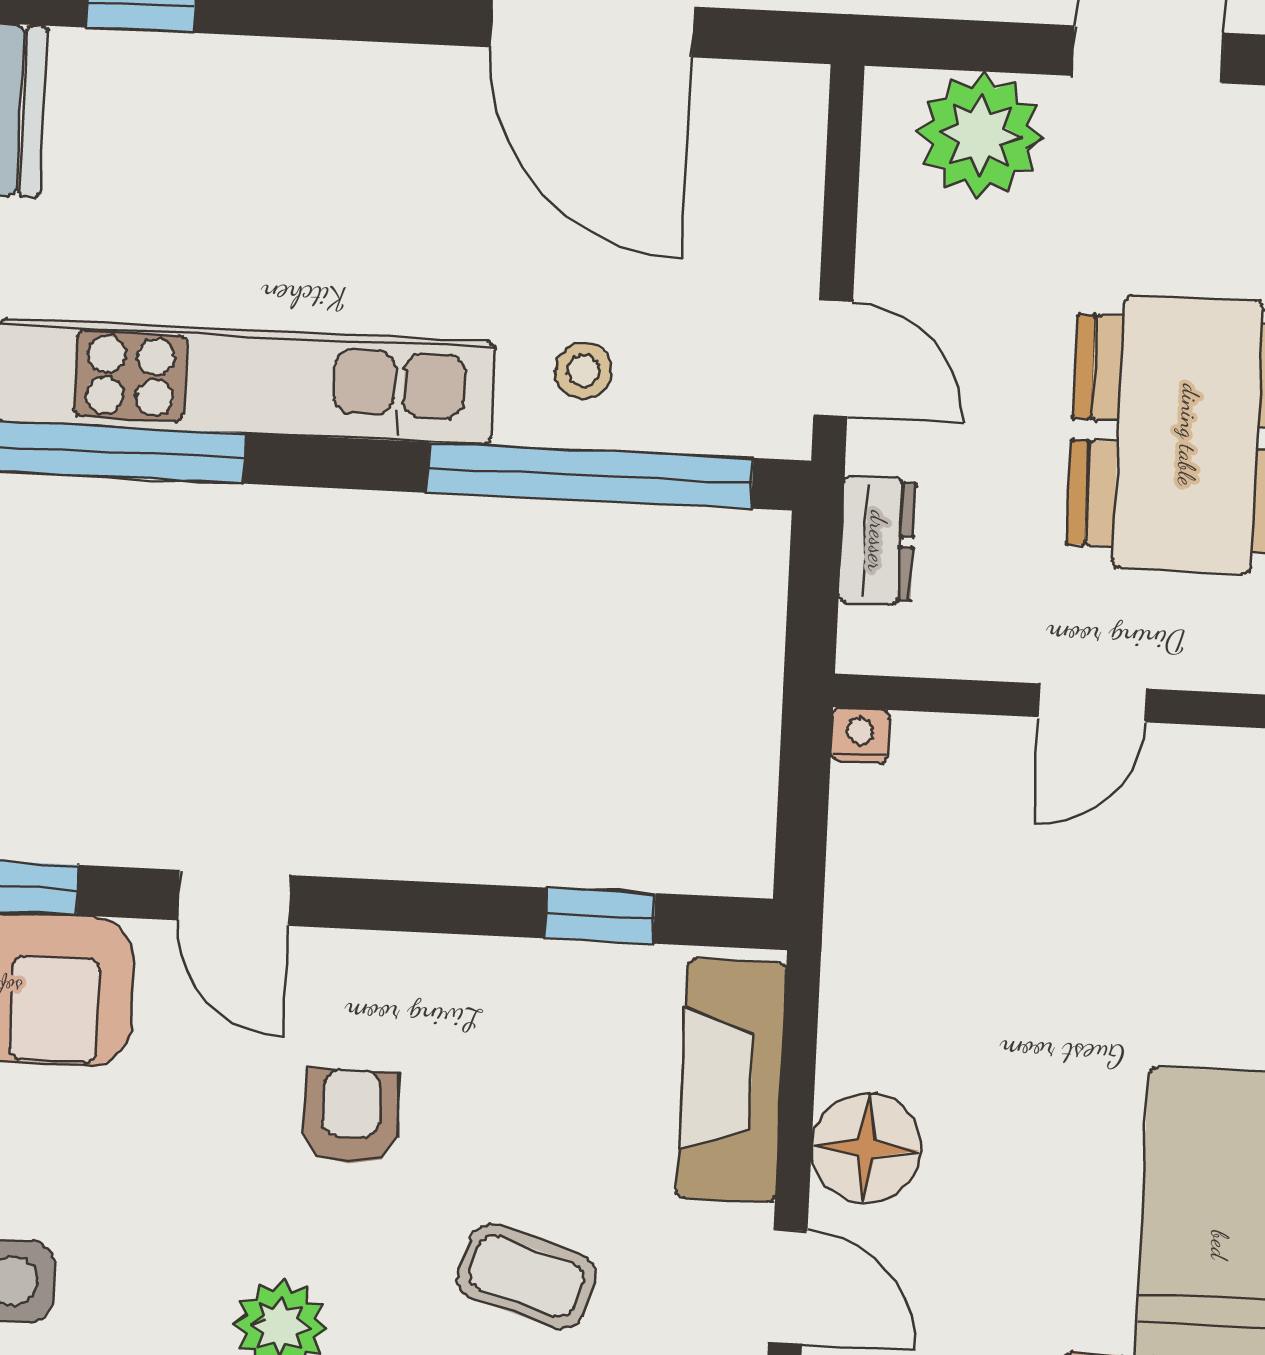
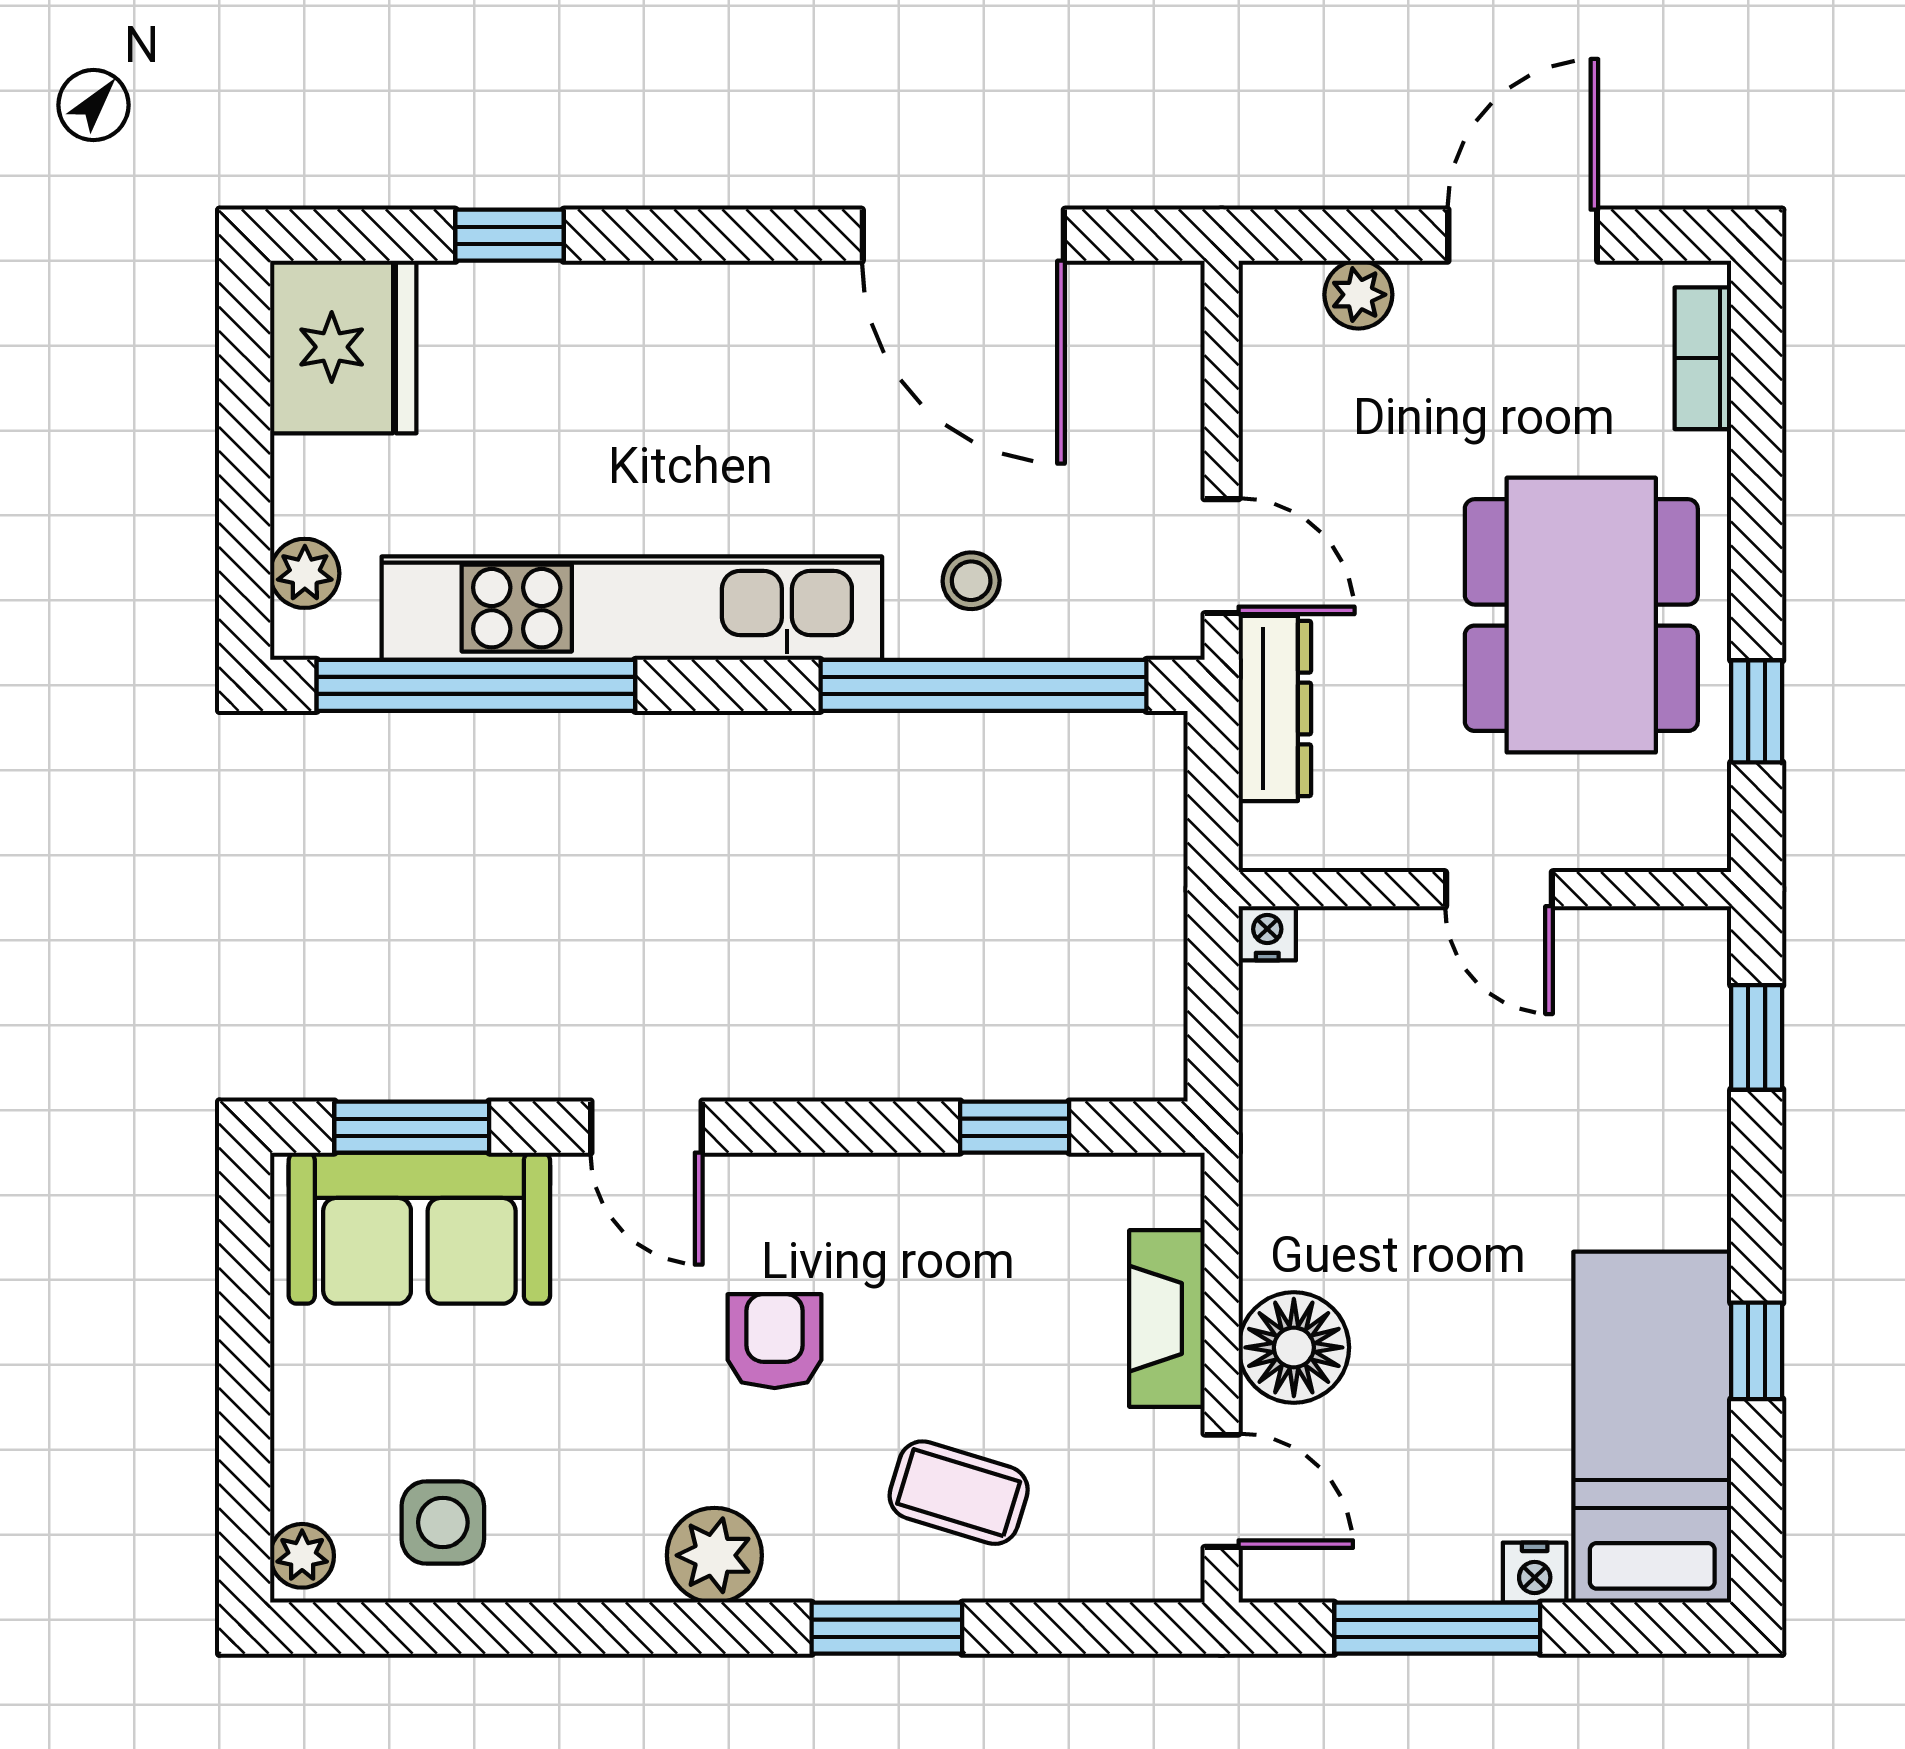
plant: (980, 135) -> (1358, 295), width x0.53, depth x0.53
dresser: (877, 541) -> (1275, 709), width x1.44
door: (1093, 703) -> (1499, 889), hinge flipped
fireplace: (731, 1080) -> (1167, 1319), width x0.73, depth x0.76

